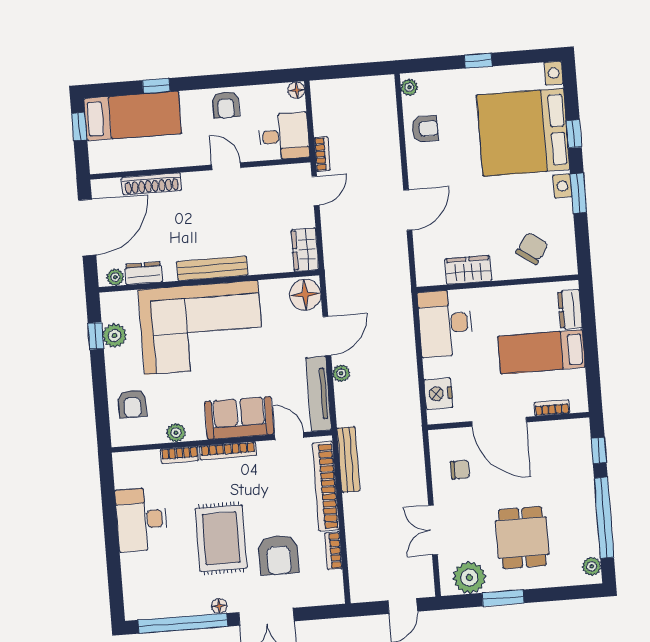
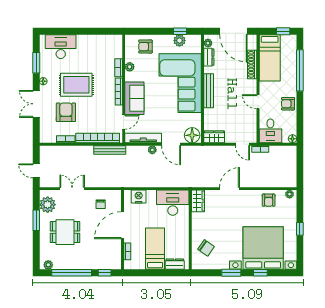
window: (156, 86) -> (300, 70), width x3.17
bed: (133, 116) -> (270, 58), moved
door: (226, 166) -> (258, 102), swing flipped
door: (408, 210) -> (230, 189), swing flipped
wardrobe: (468, 270) -> (198, 201), moved
desk: (142, 520) -> (61, 47), moved
armchair: (279, 555) -> (66, 112), turned 90
window: (183, 623) -> (36, 63), width x0.47

